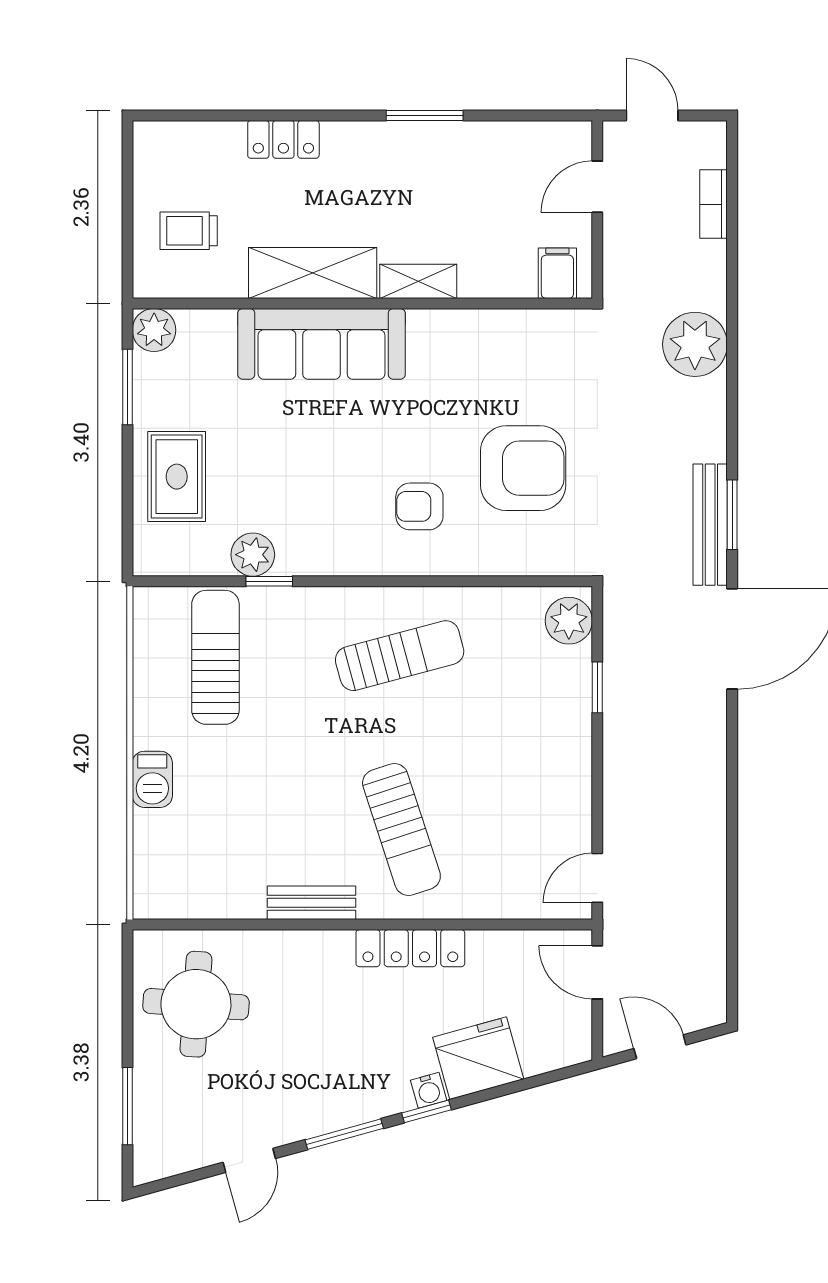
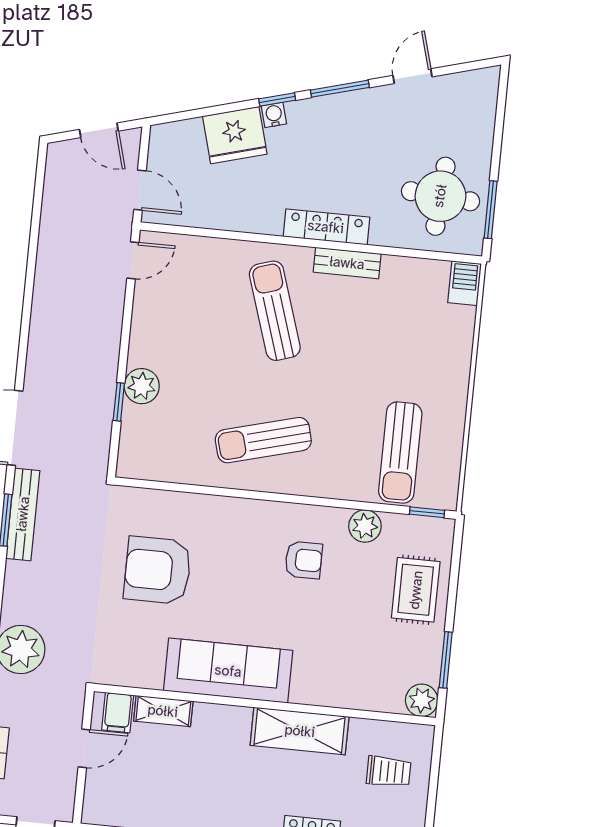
door: (597, 187) -> (84, 748), moved
shelving: (418, 281) -> (163, 711), moved
sofa: (321, 344) -> (228, 671), moved
armchair: (419, 506) -> (304, 560), moved
window: (269, 581) -> (427, 512), moved
plant: (569, 621) -> (142, 386), moved
barbecue: (152, 779) -> (465, 283), moved
locker: (410, 948) -> (326, 227), moved
window: (127, 1106) -> (491, 210), moved

